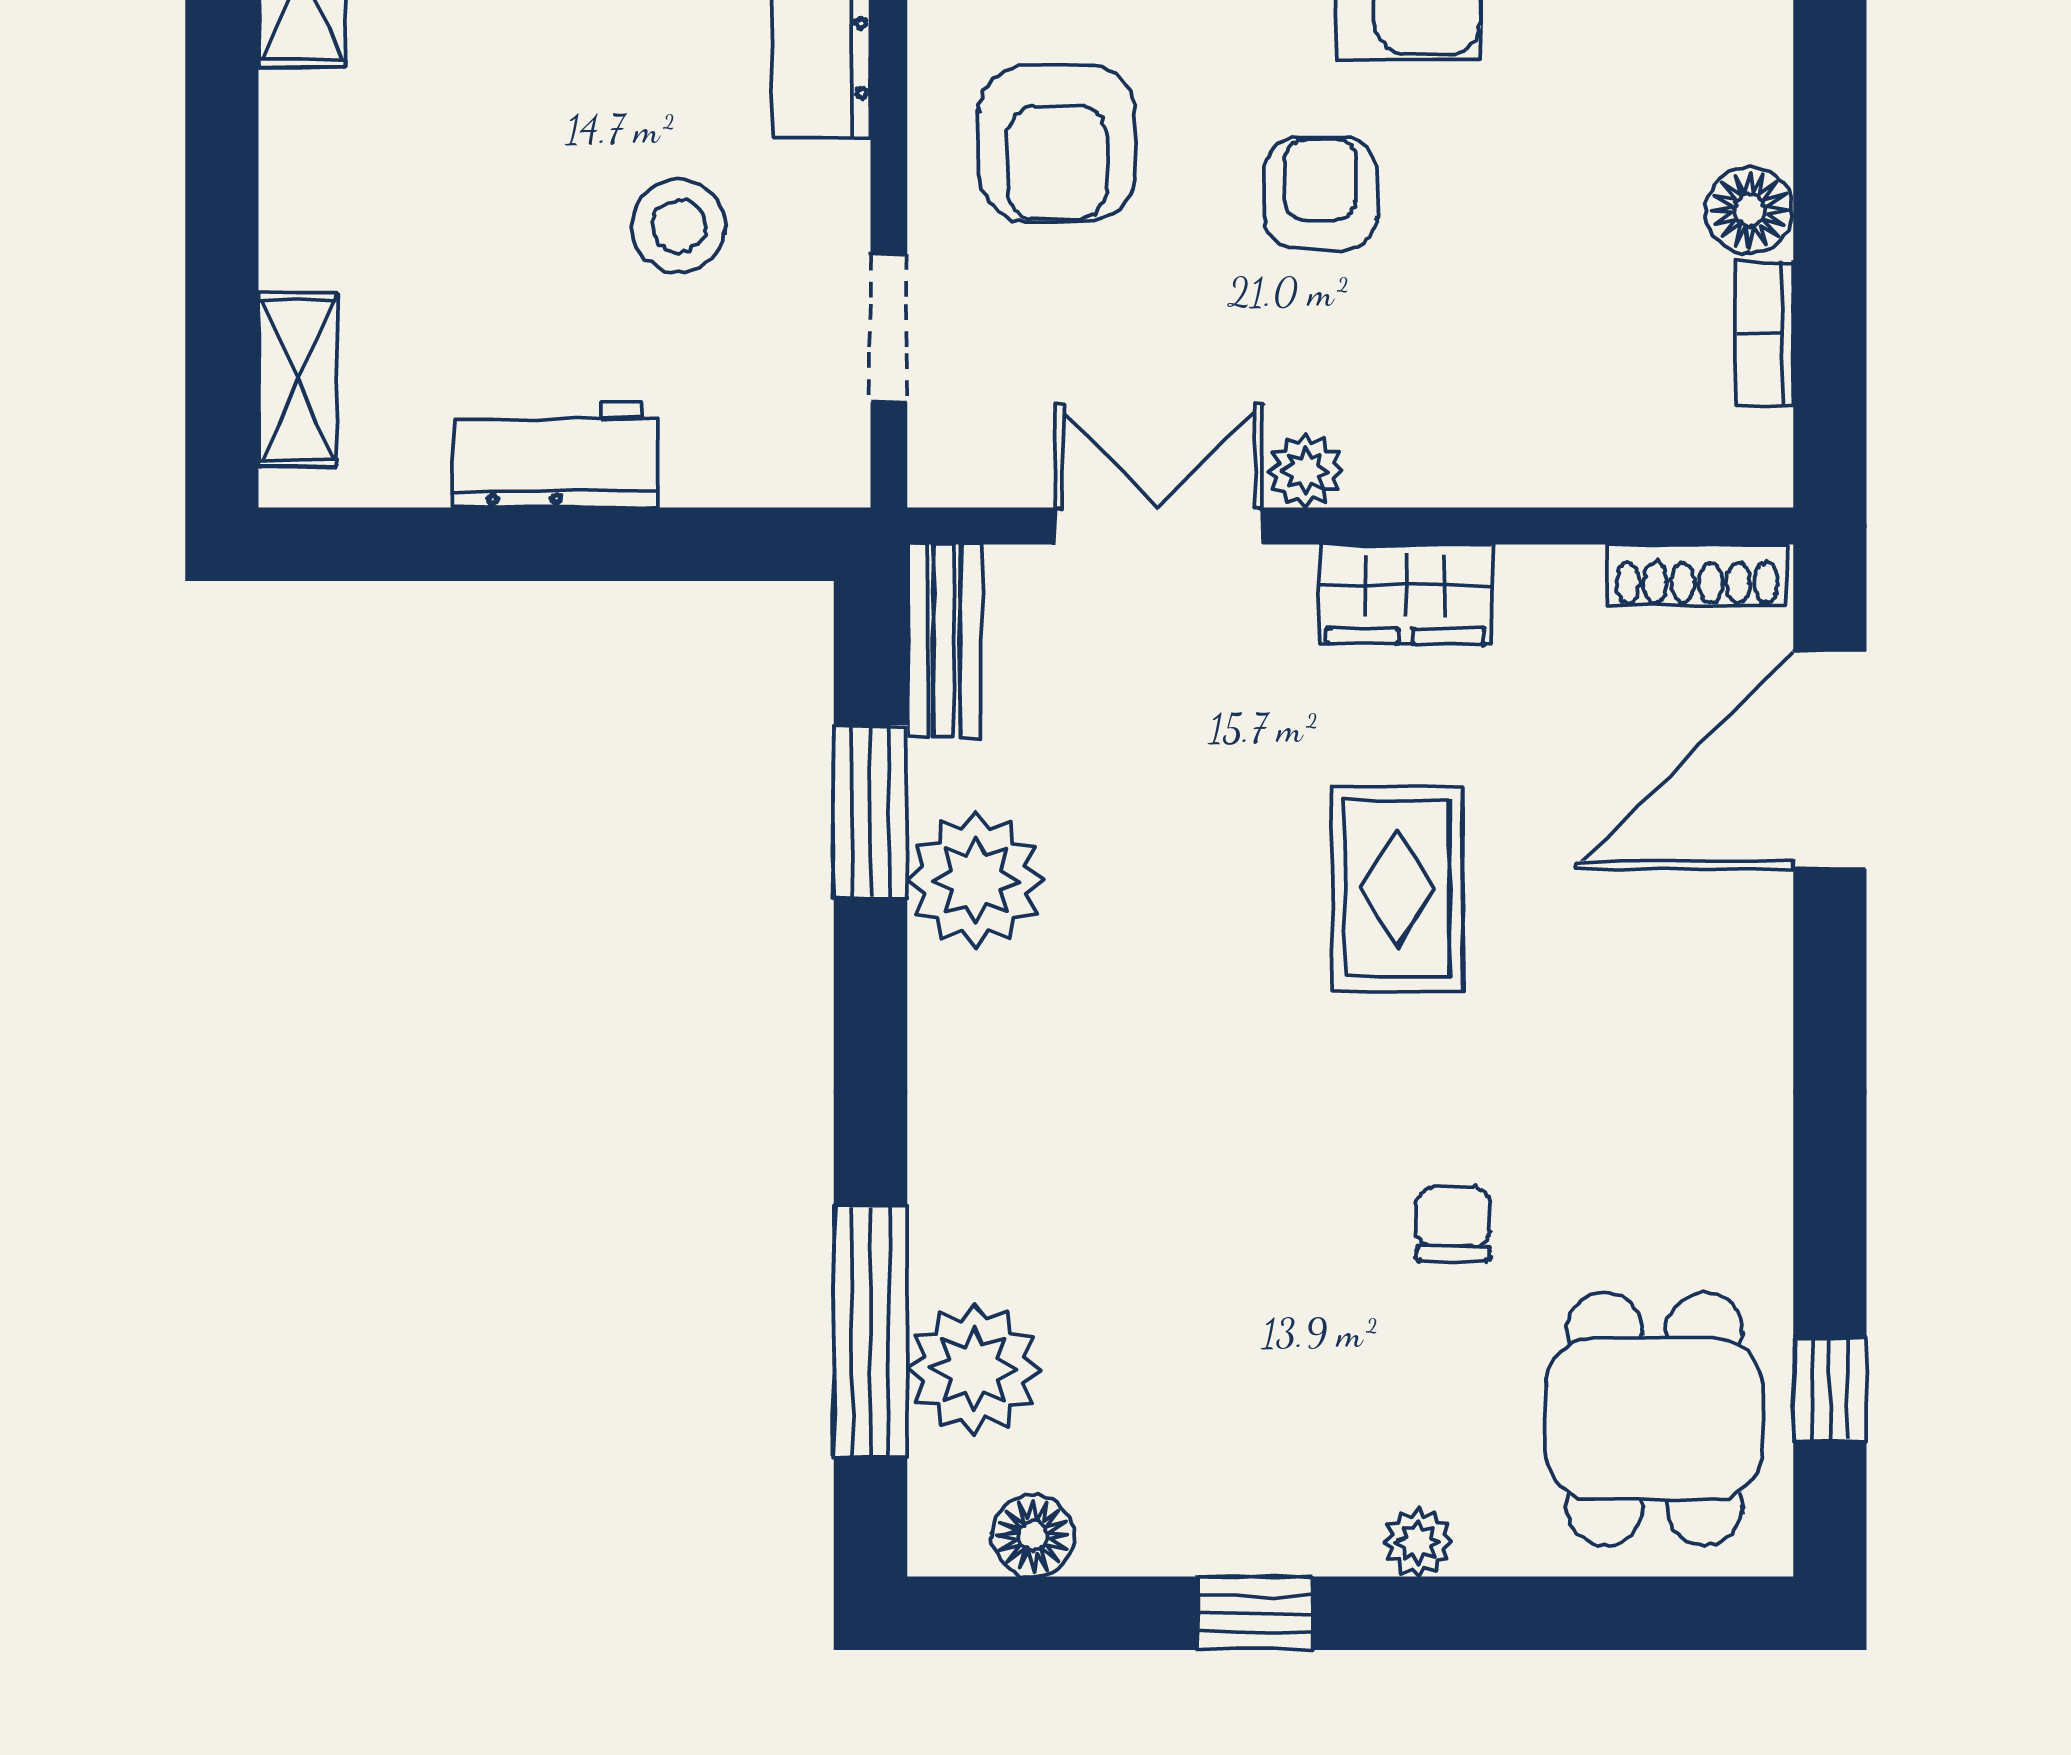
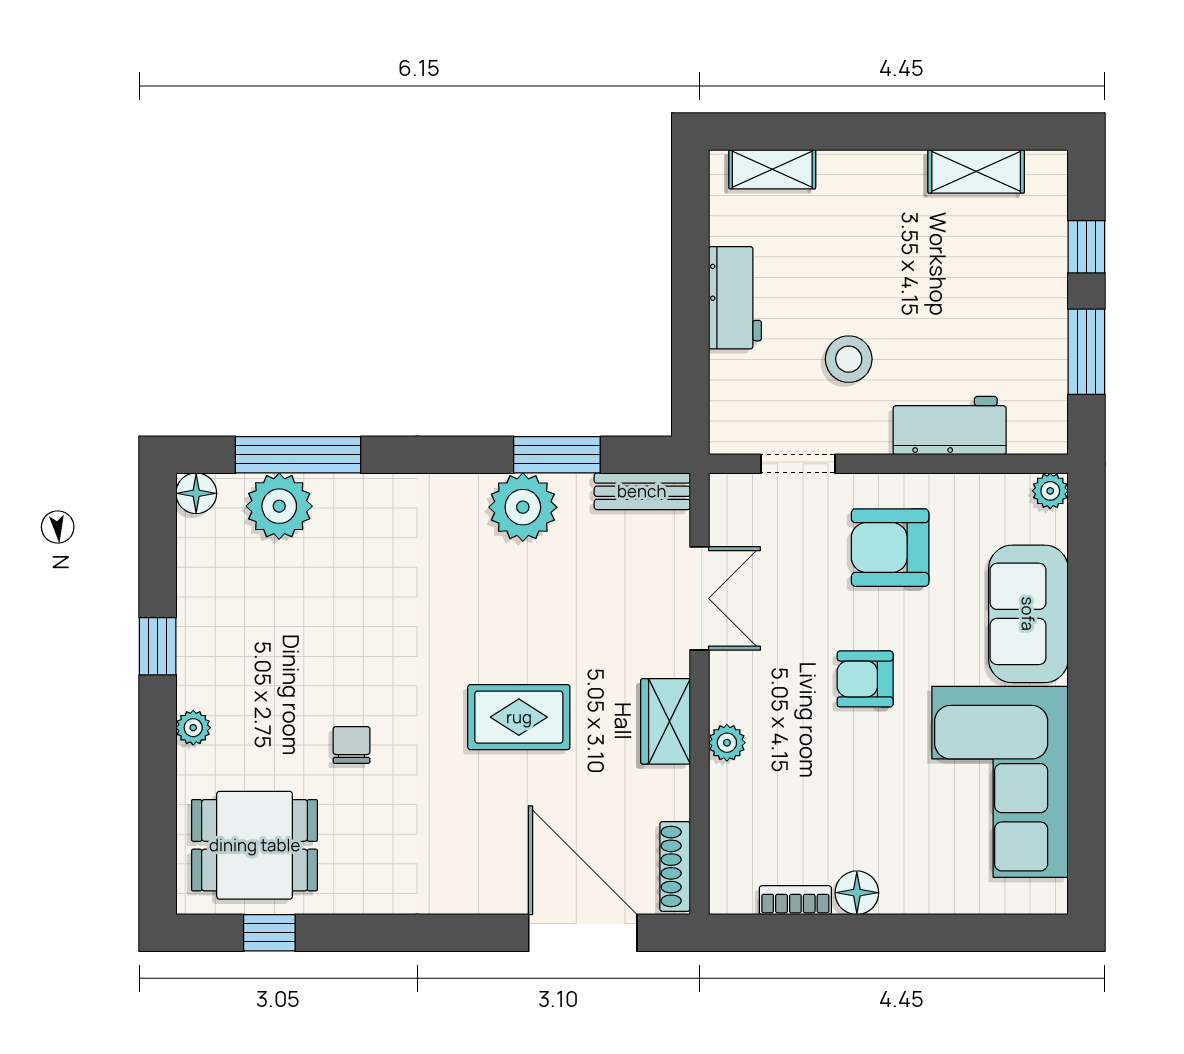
armchair: (1320, 193) -> (865, 679), turned 180
plant: (1306, 471) -> (727, 743), moved
chair: (1453, 1224) -> (352, 745), turned -90
floor lamp: (1033, 1536) -> (196, 493), moved

